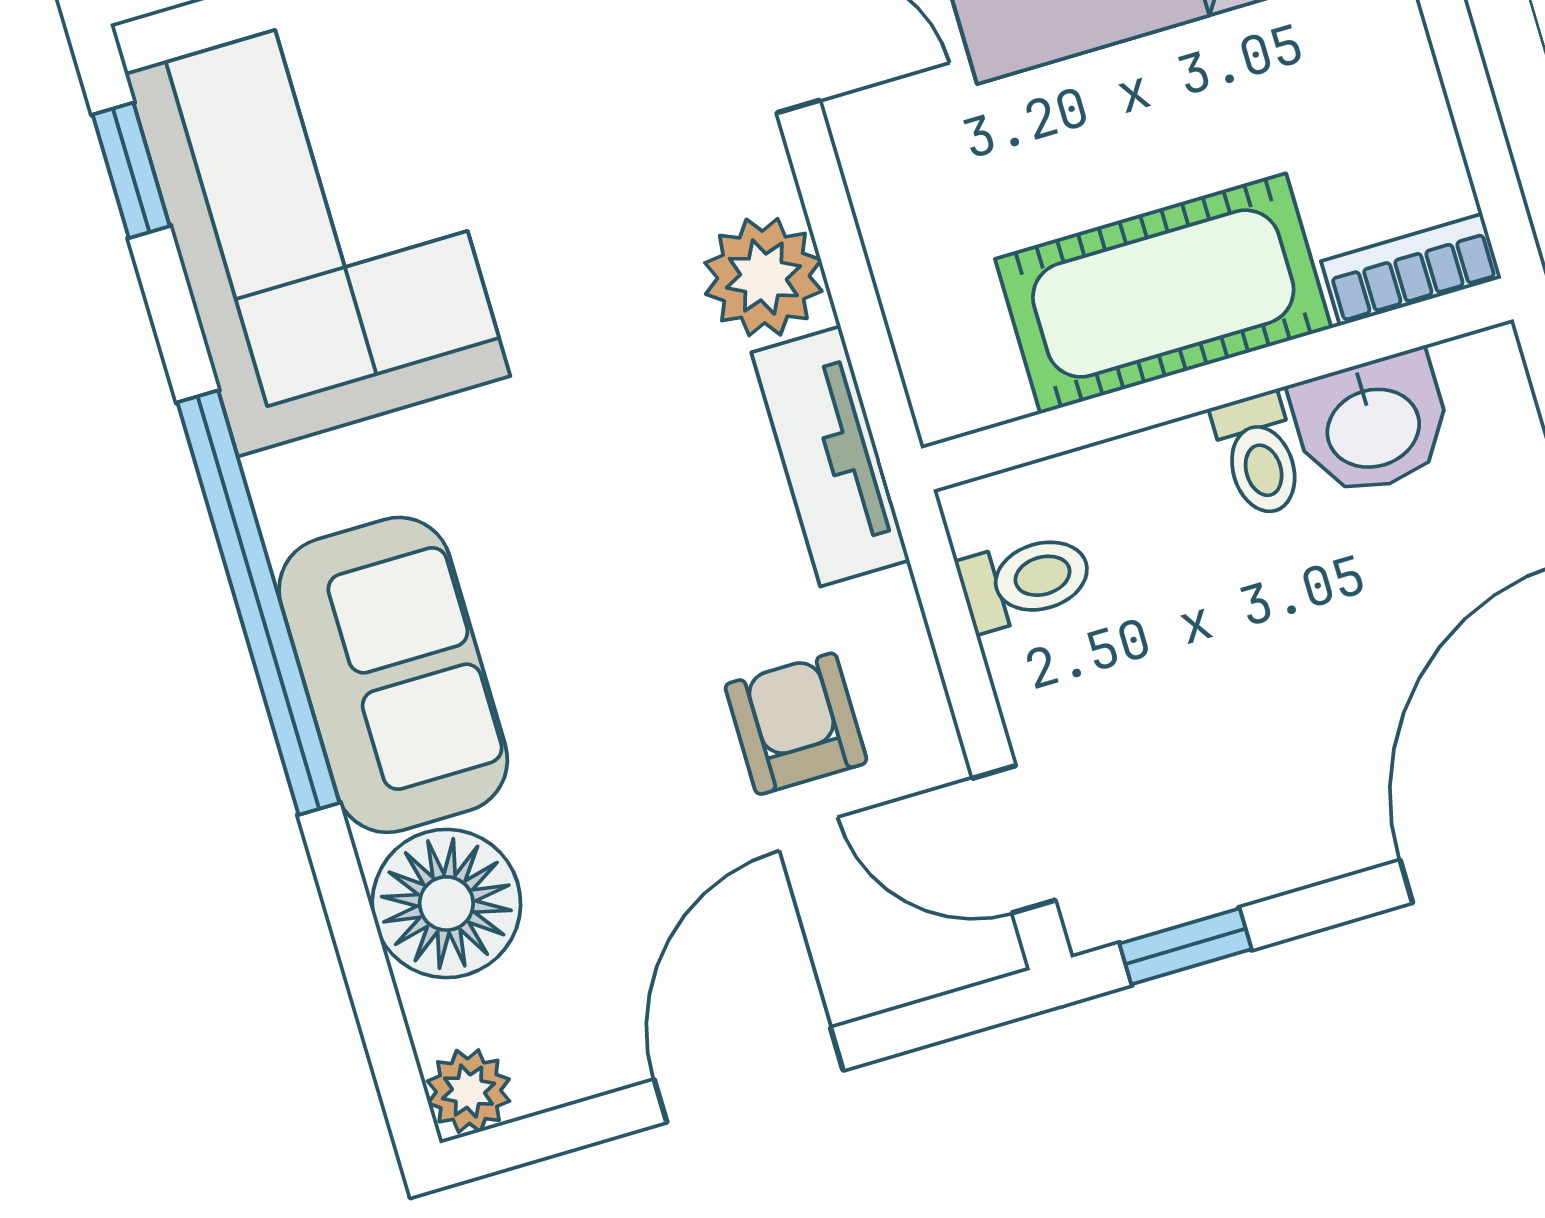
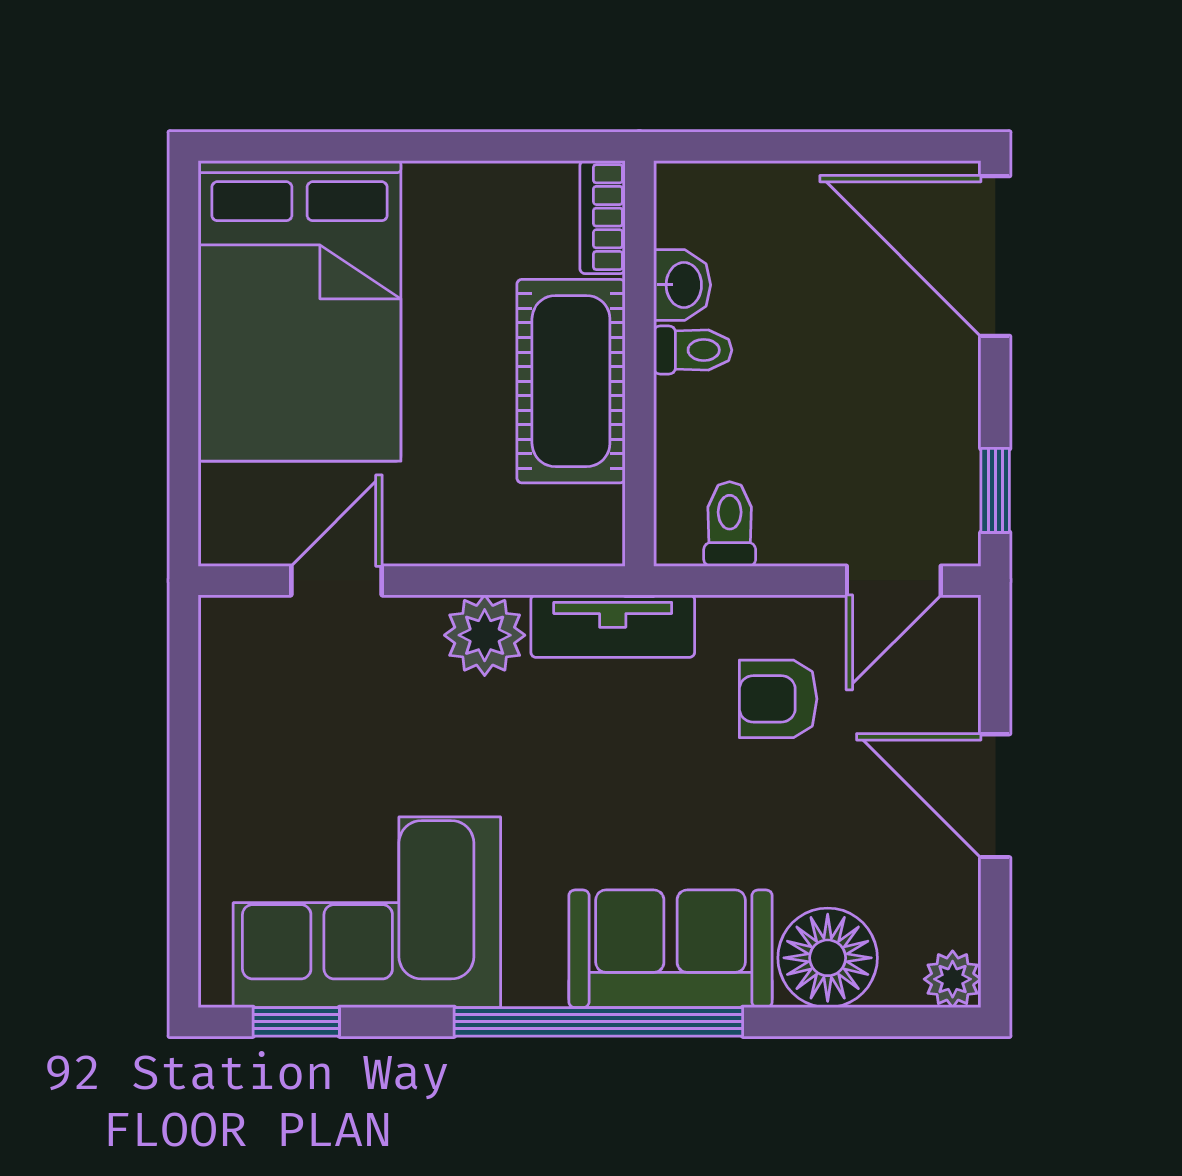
washbasin: (1372, 425) -> (682, 285), width x0.72, depth x0.69

